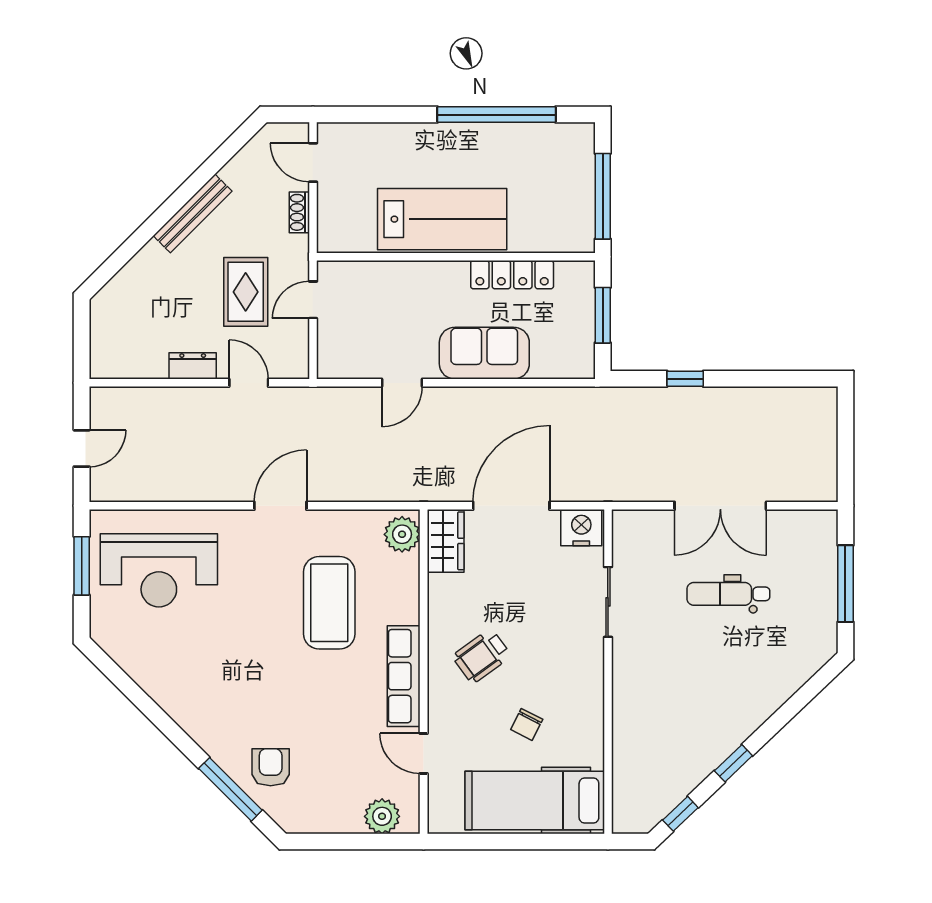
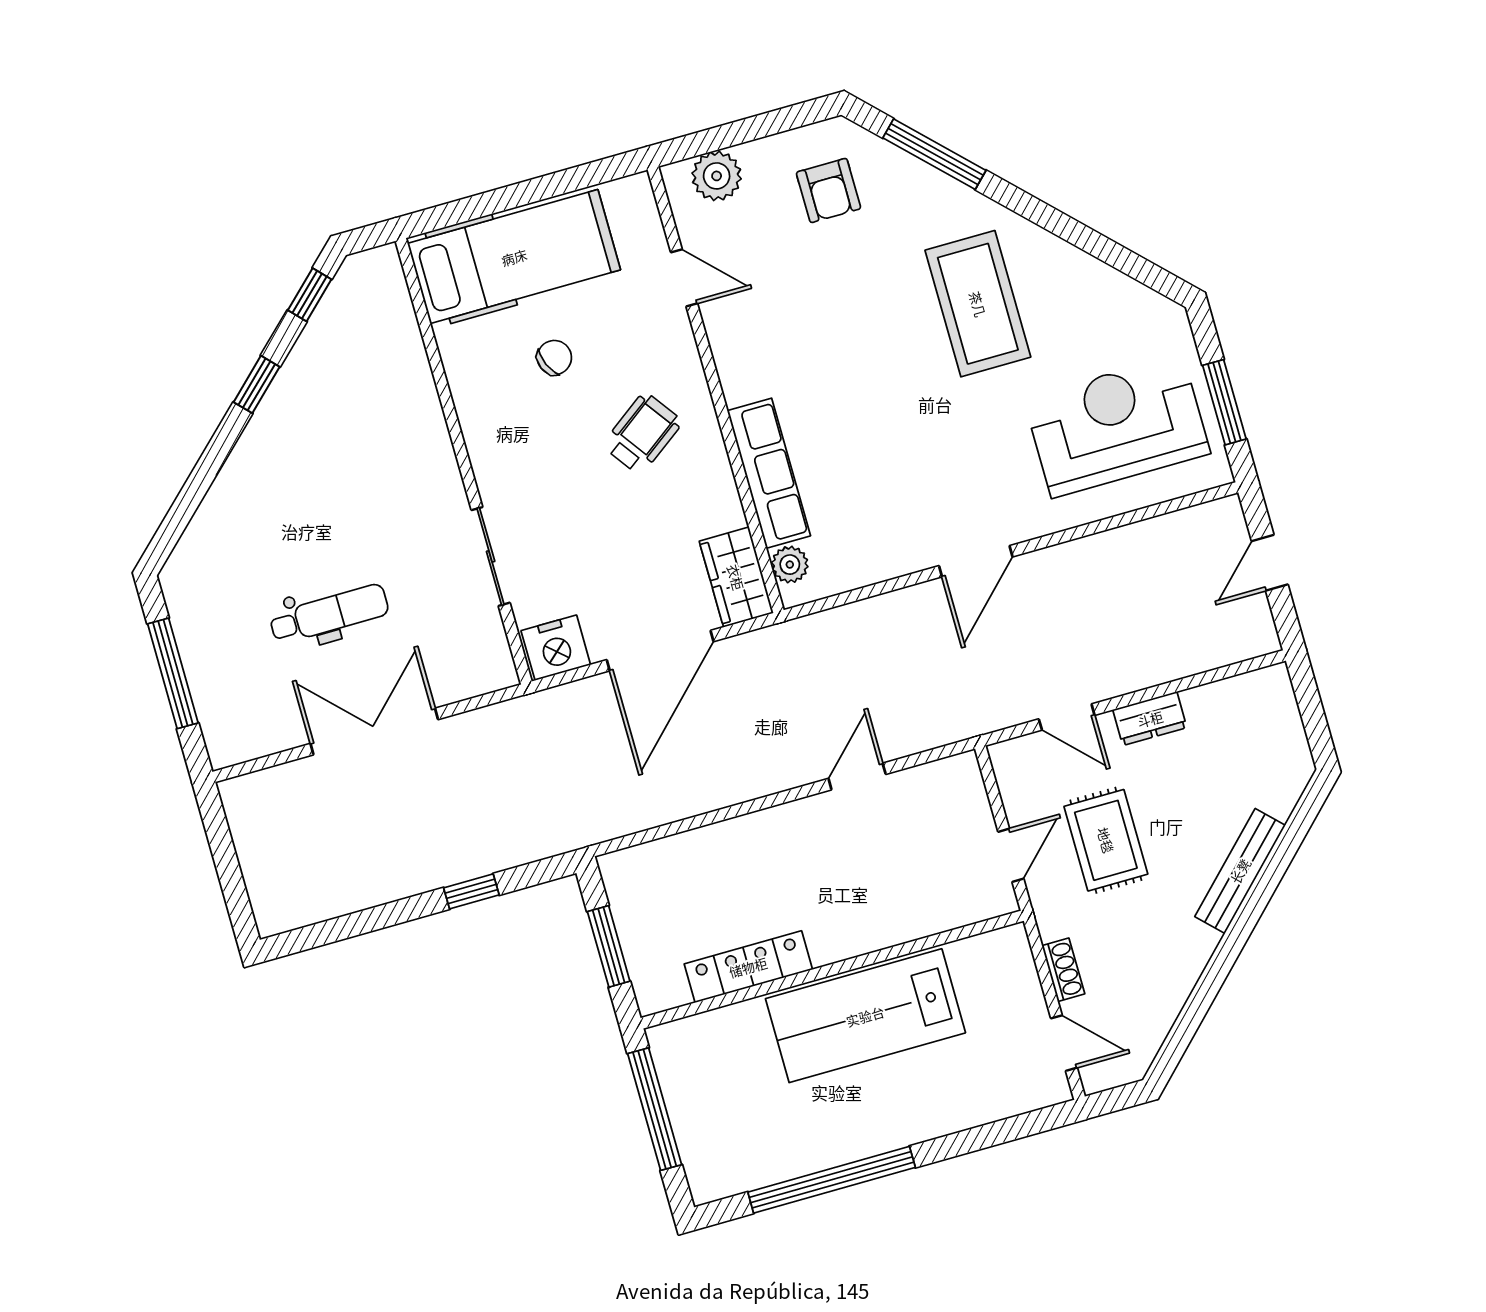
bench: (193, 213) -> (1240, 871), moved
sofa: (484, 353) -> (756, 849), removed
plant: (402, 534) -> (790, 565), width x0.73, depth x0.73
coffee table: (329, 603) -> (978, 304), moved
row of seats: (404, 676) -> (769, 473), moved
chair: (527, 724) -> (554, 358), turned 40
armchair: (271, 767) -> (828, 190), moved

